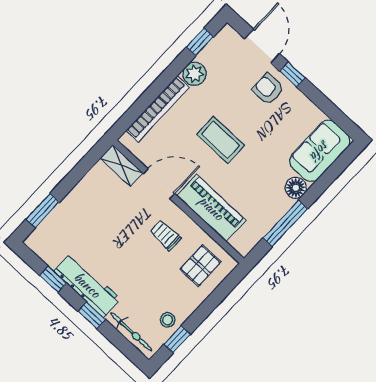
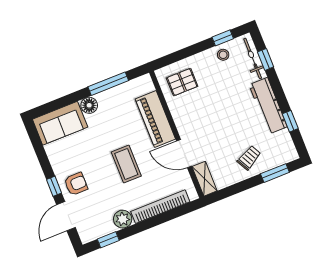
armchair: (268, 89) -> (76, 184), turned -90
trolley: (165, 235) -> (249, 158), moved, turned -118
window: (92, 315) -> (266, 59), moved

